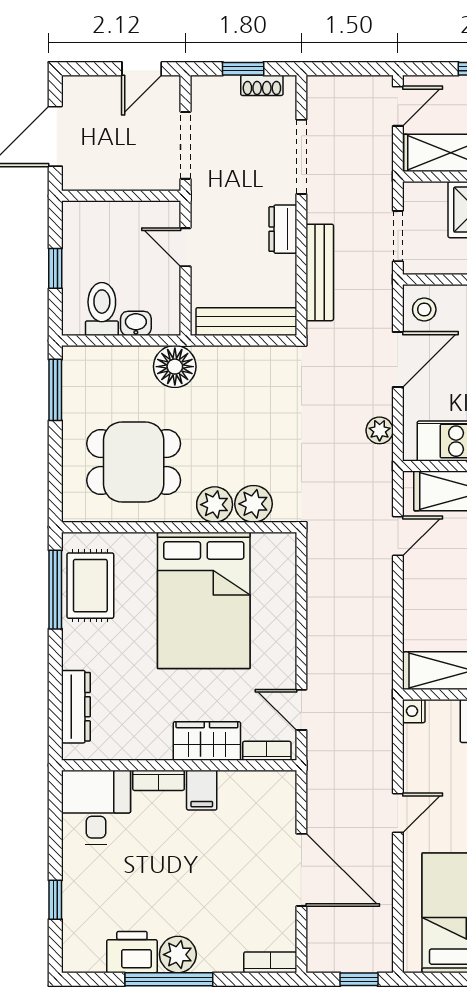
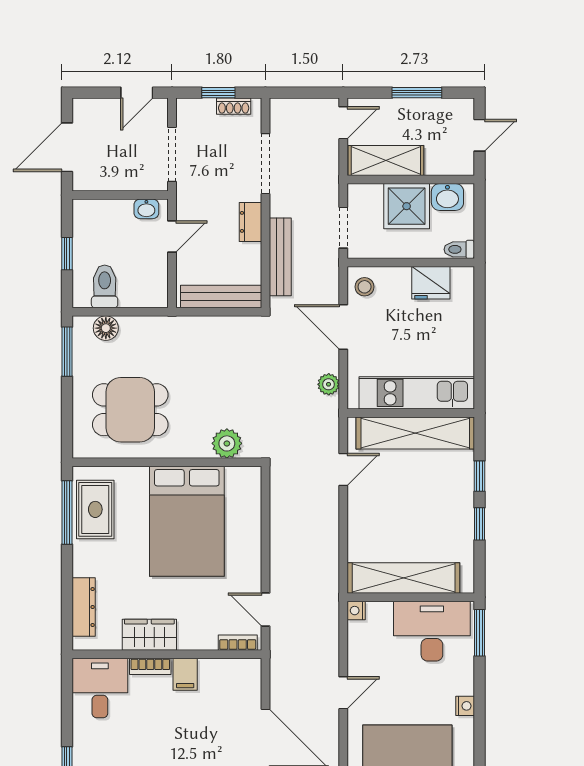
door: (186, 247) -> (172, 237), swing flipped
washbasin: (136, 323) -> (146, 209), moved, turned 180
door: (398, 359) -> (343, 327), swing flipped
floor lamp: (175, 367) -> (106, 328), moved, width x0.73, depth x0.73
plant: (215, 505) -> (195, 444), removed
wardrobe: (207, 741) -> (149, 635), moved

